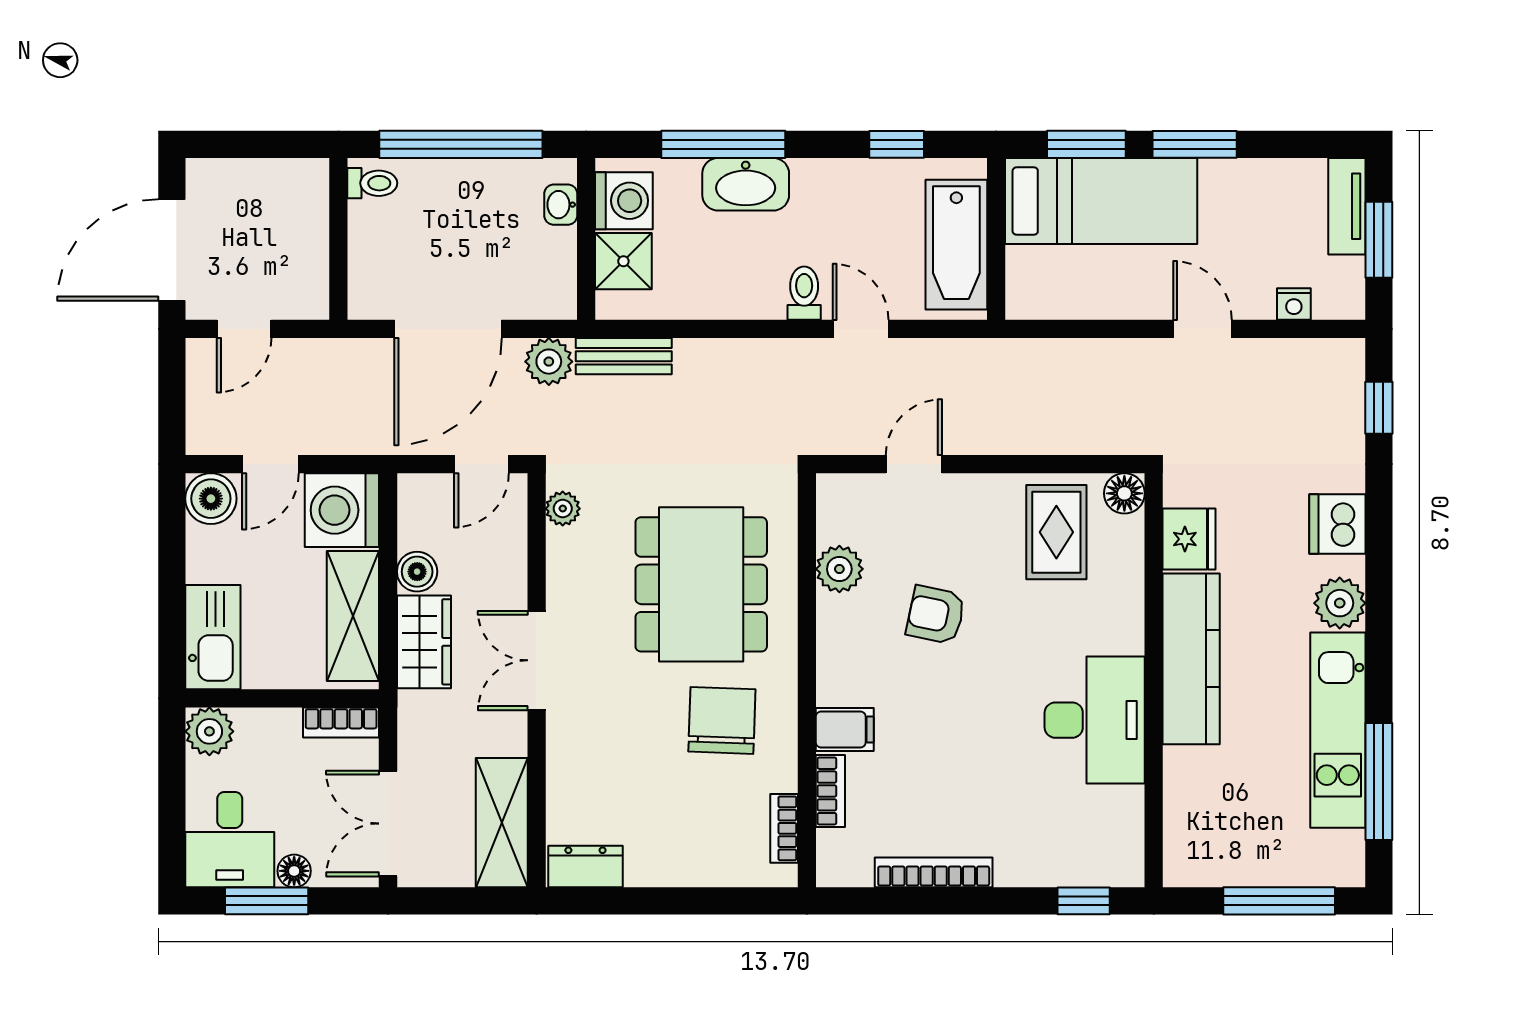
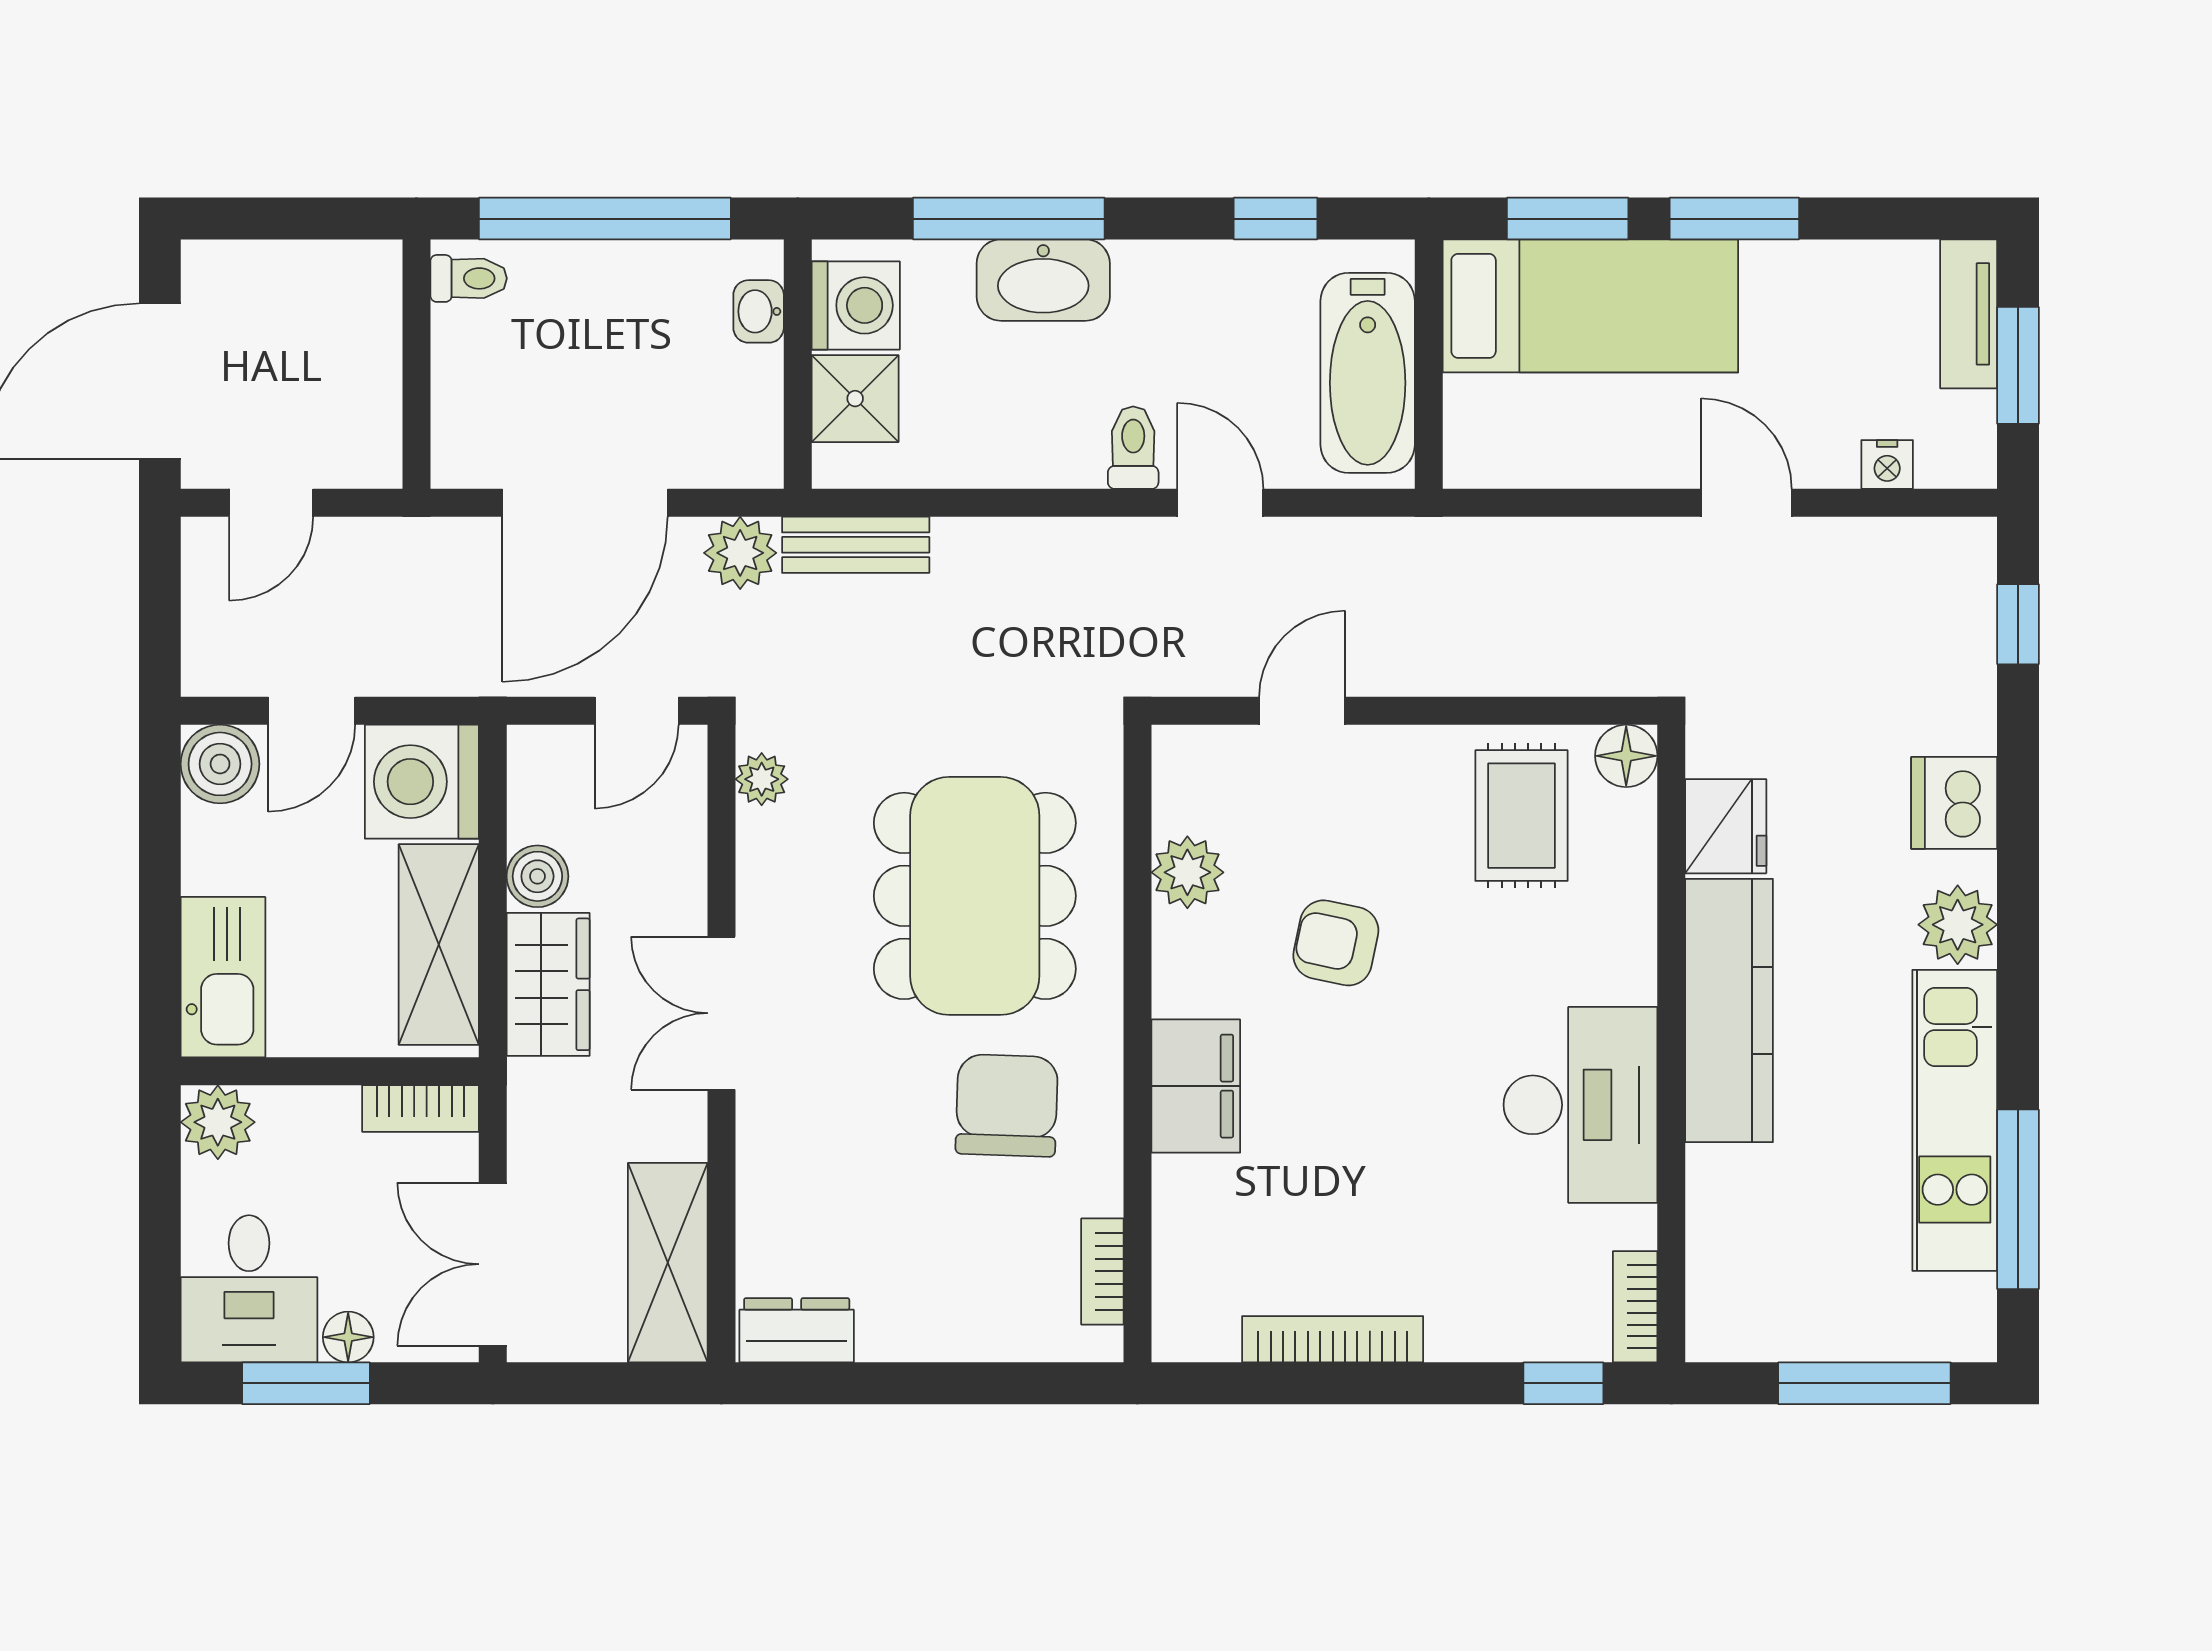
filing cabinet: (845, 730) -> (1196, 1086), width x2.00
bookcase: (830, 791) -> (1635, 1307), moved, turned 180

